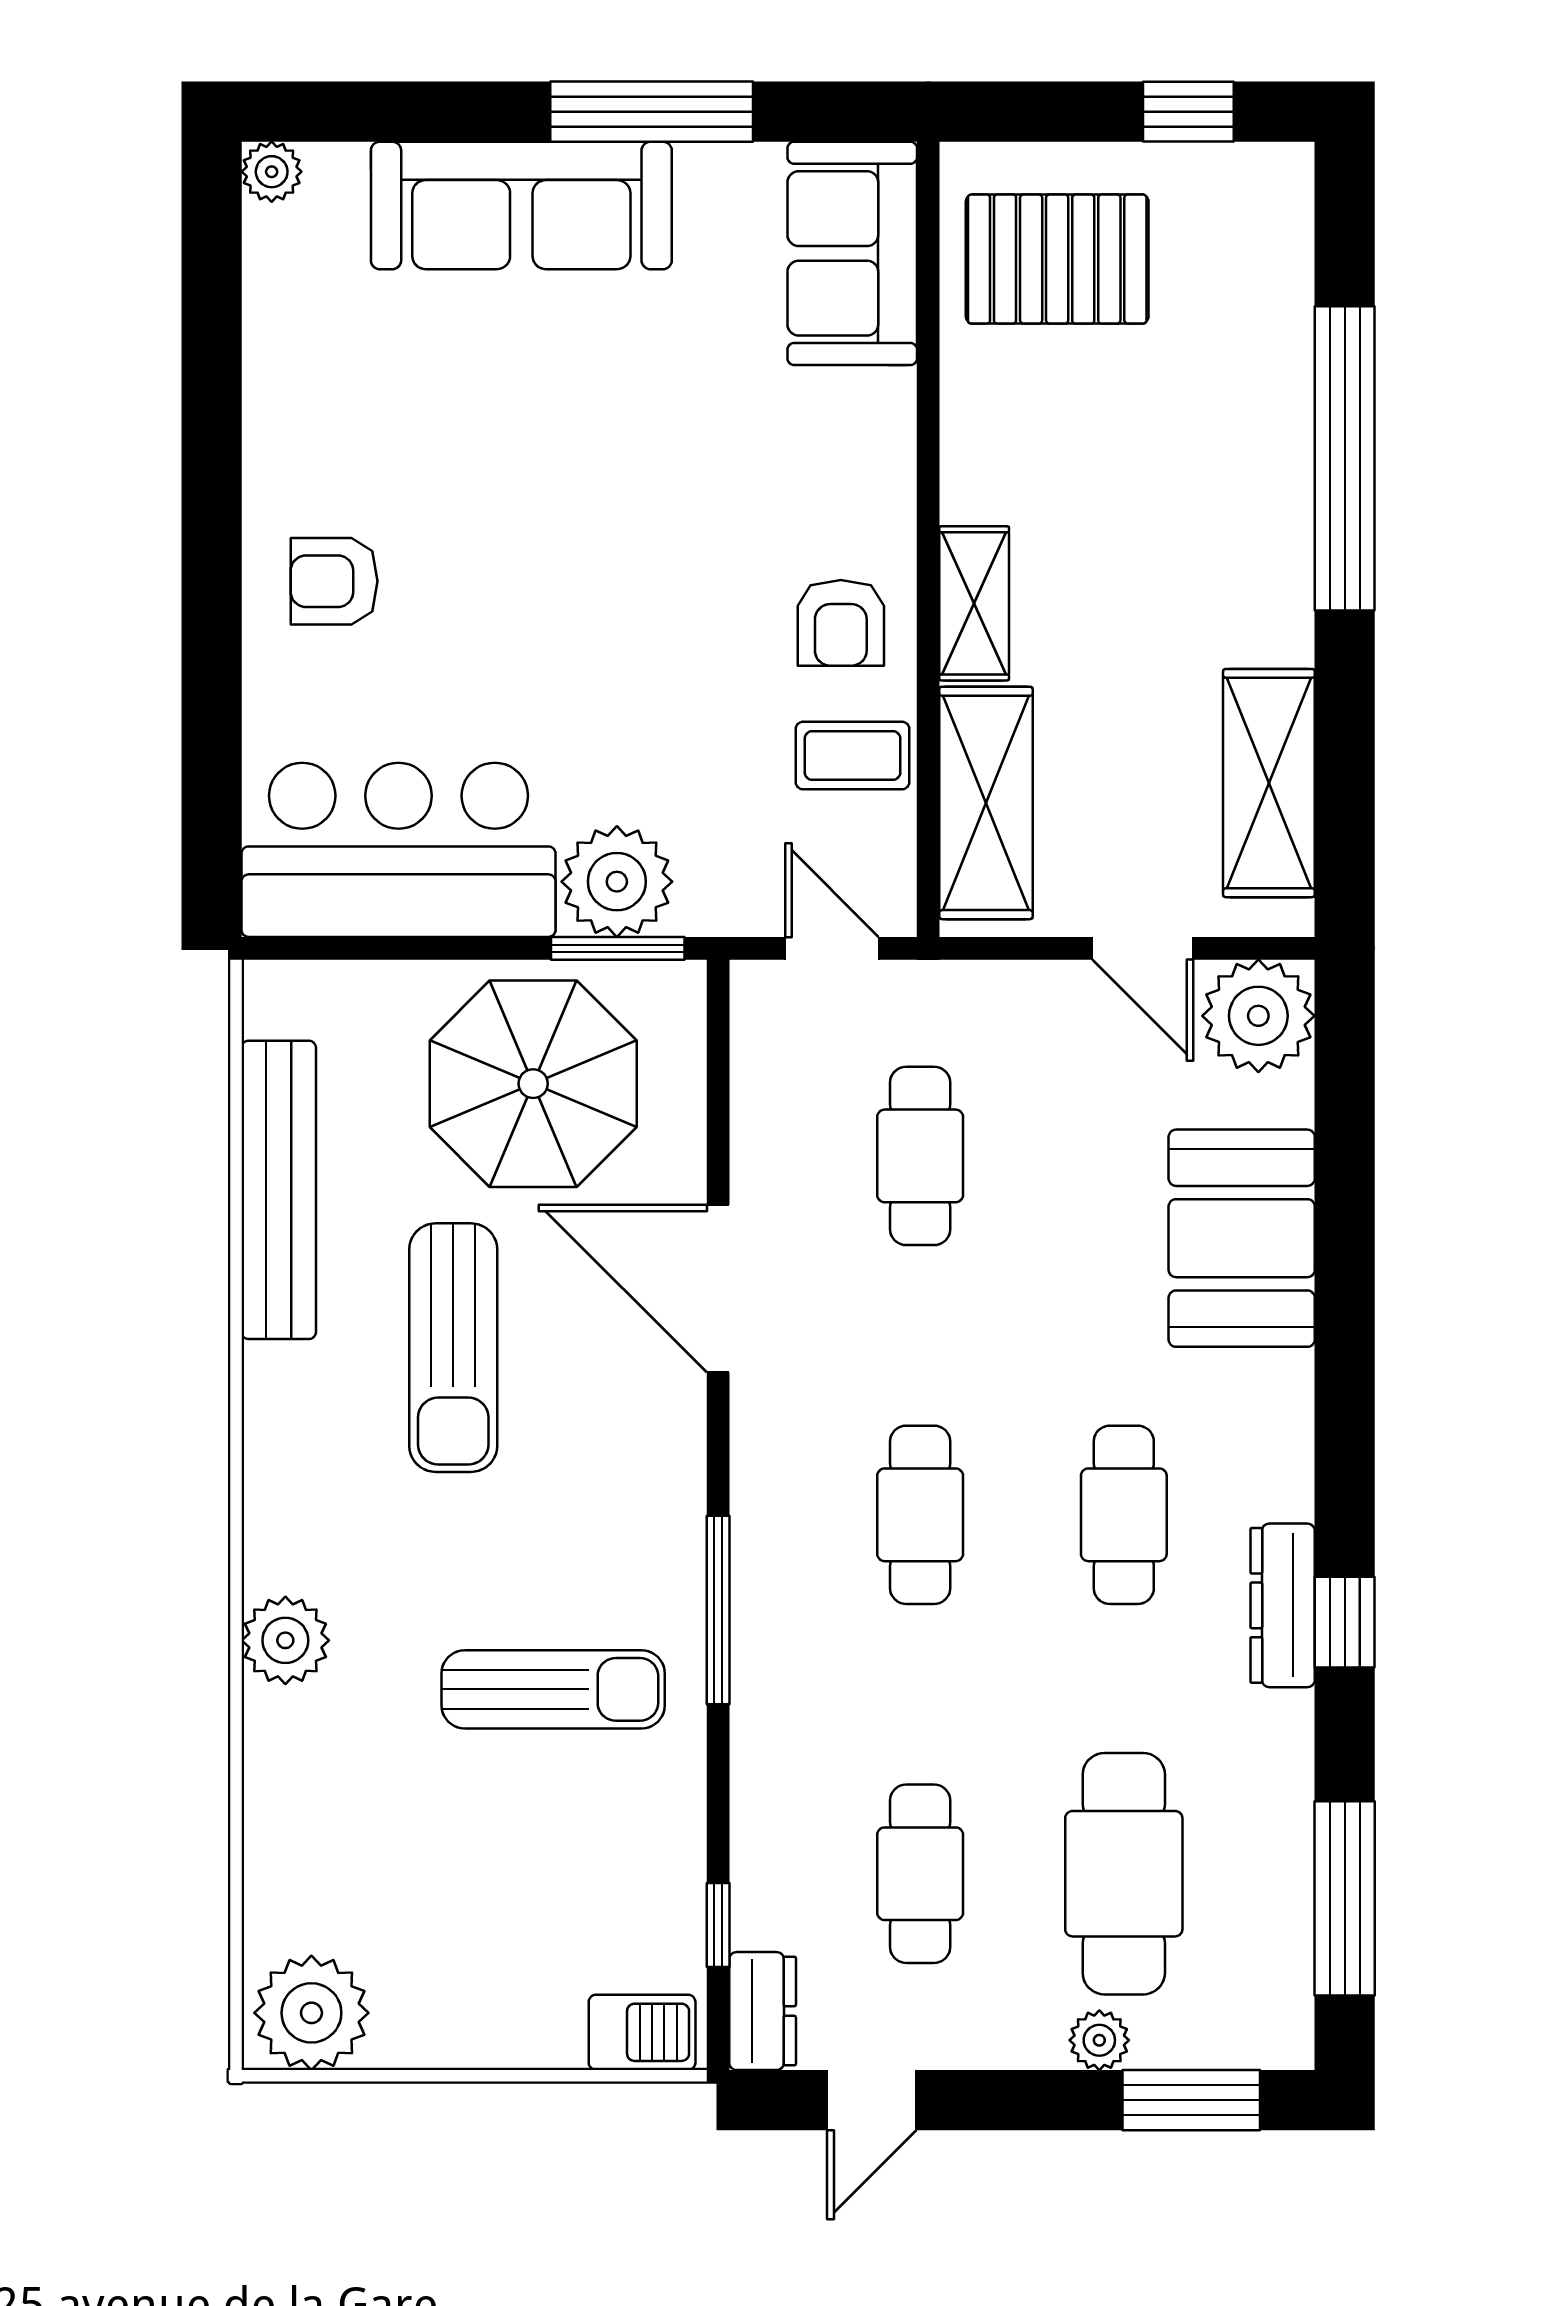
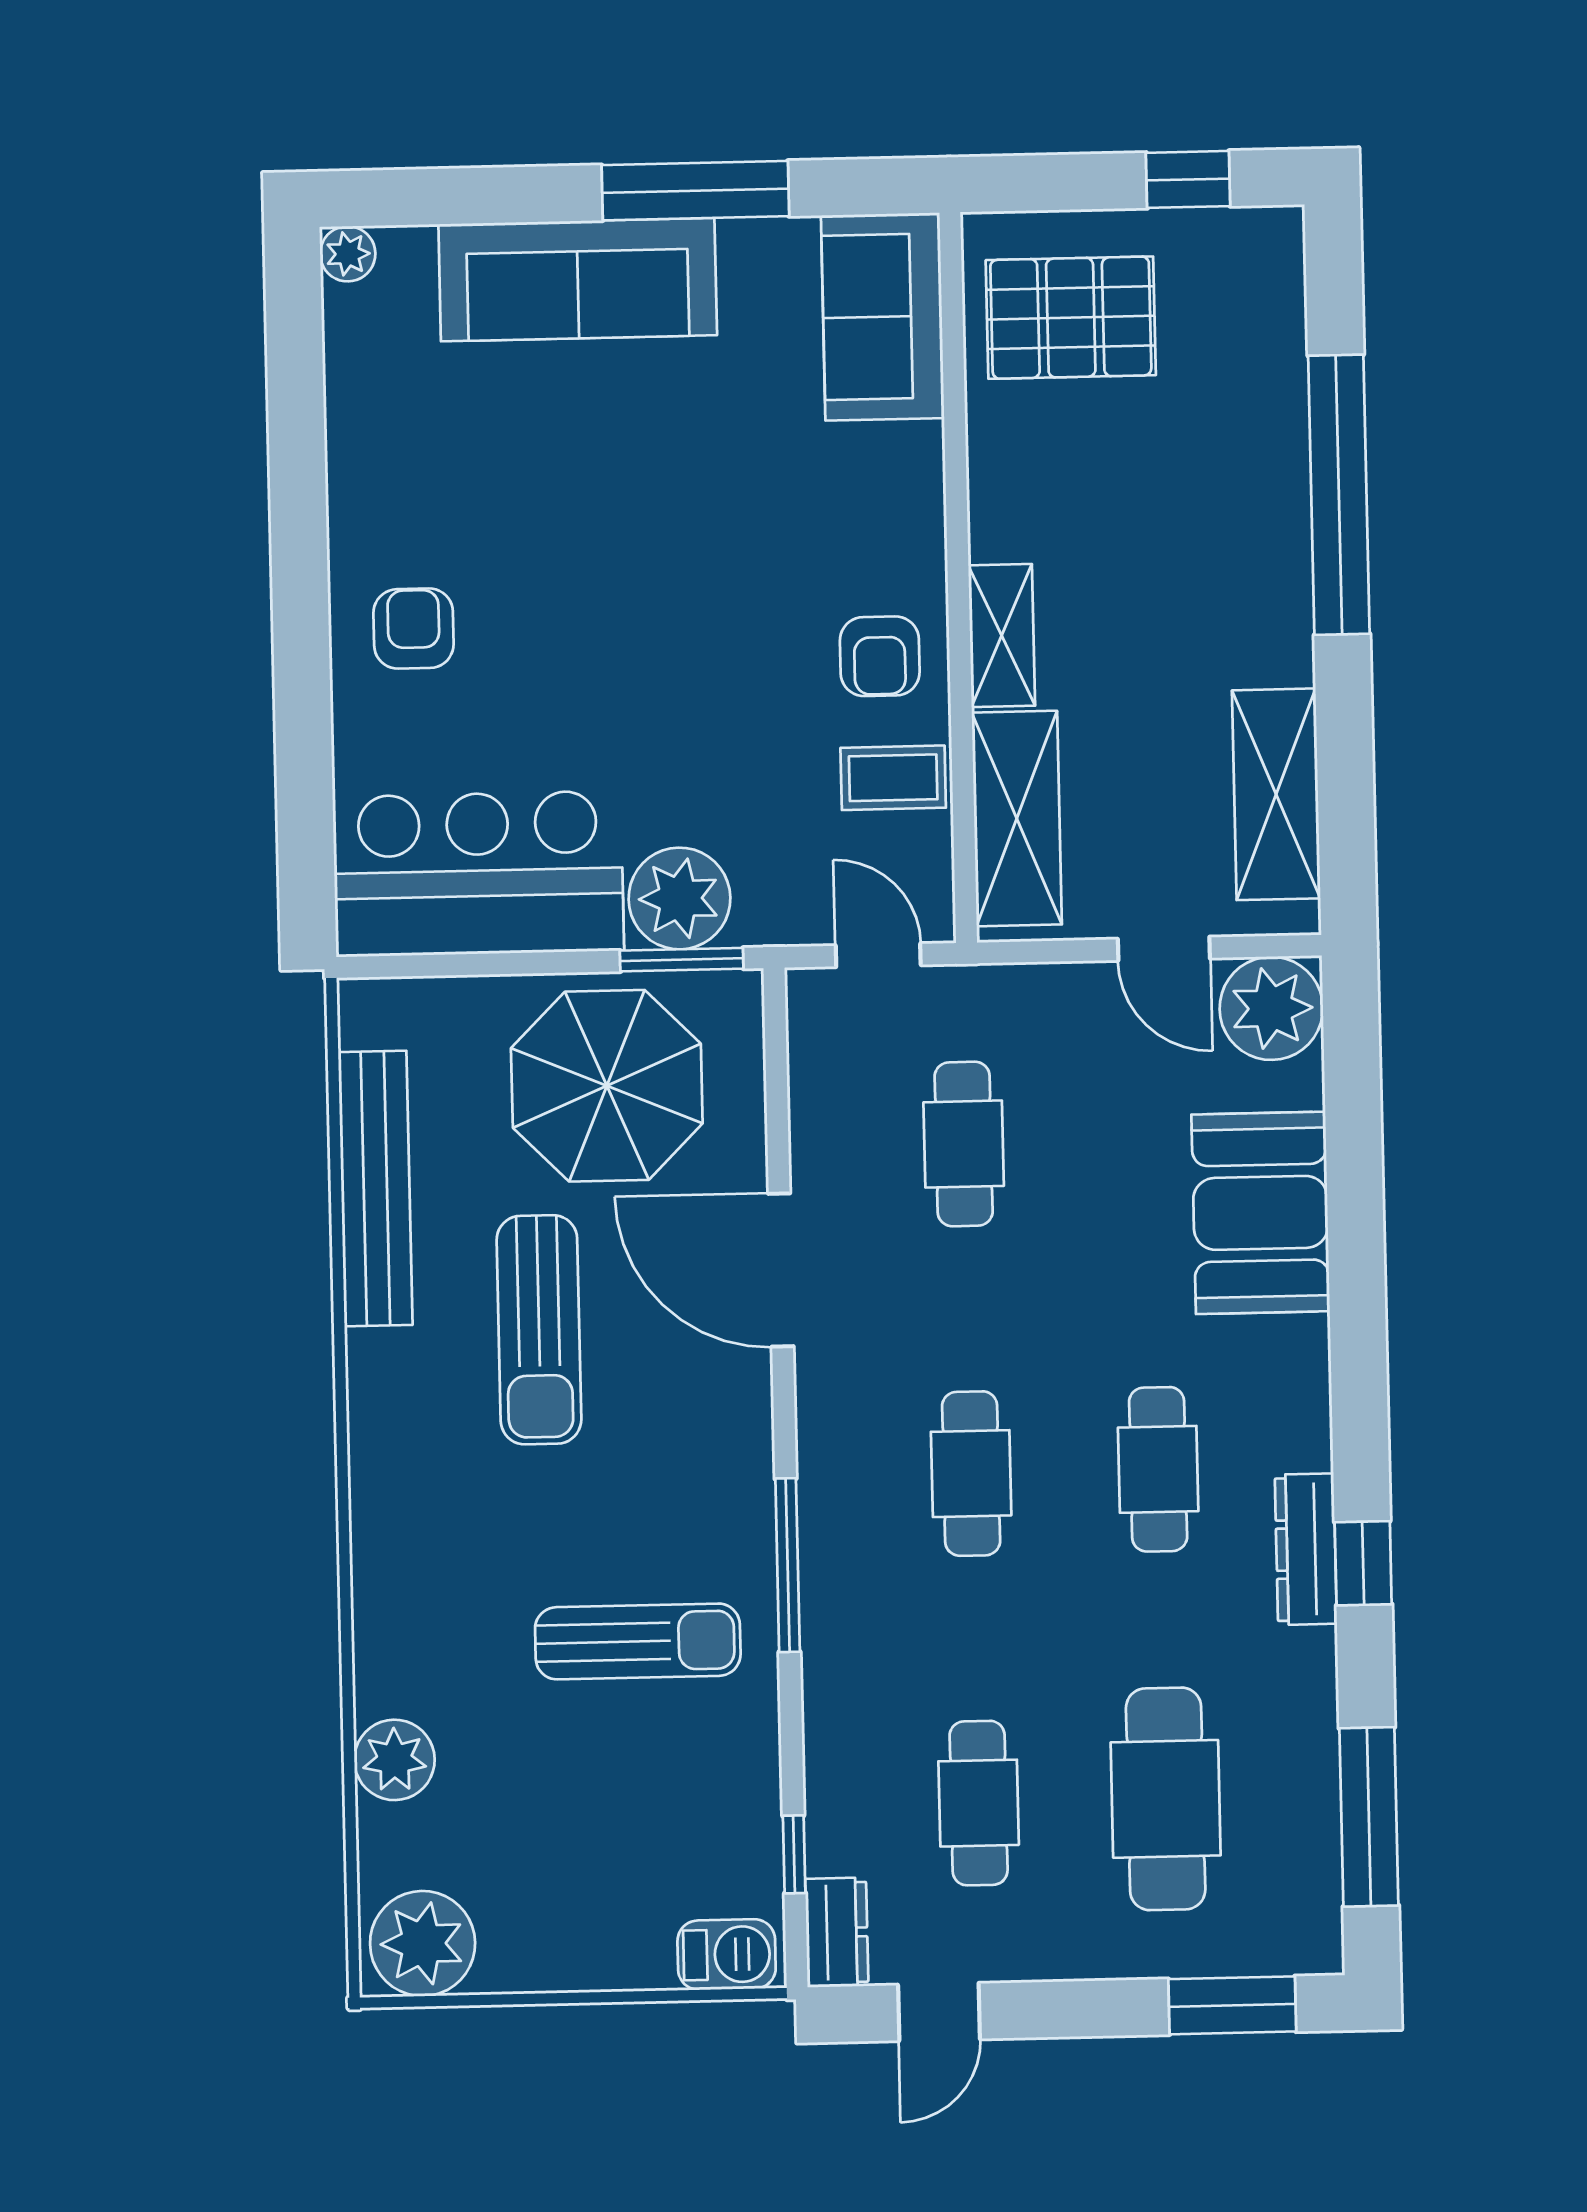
armchair: (334, 581) -> (414, 629), turned 90
plant: (285, 1640) -> (394, 1760), moved
plant: (1099, 2040) -> (1147, 1952), removed

